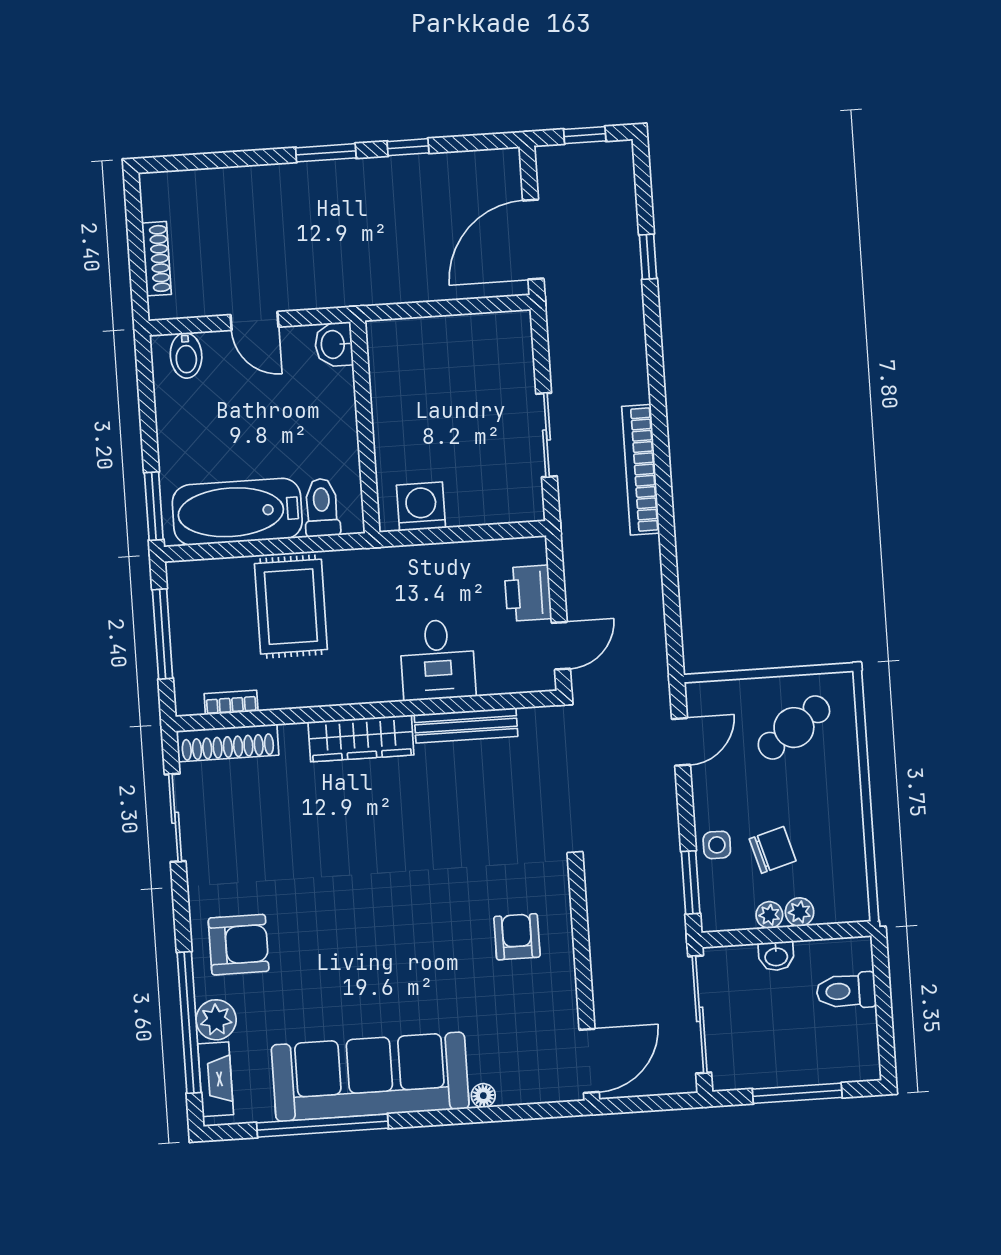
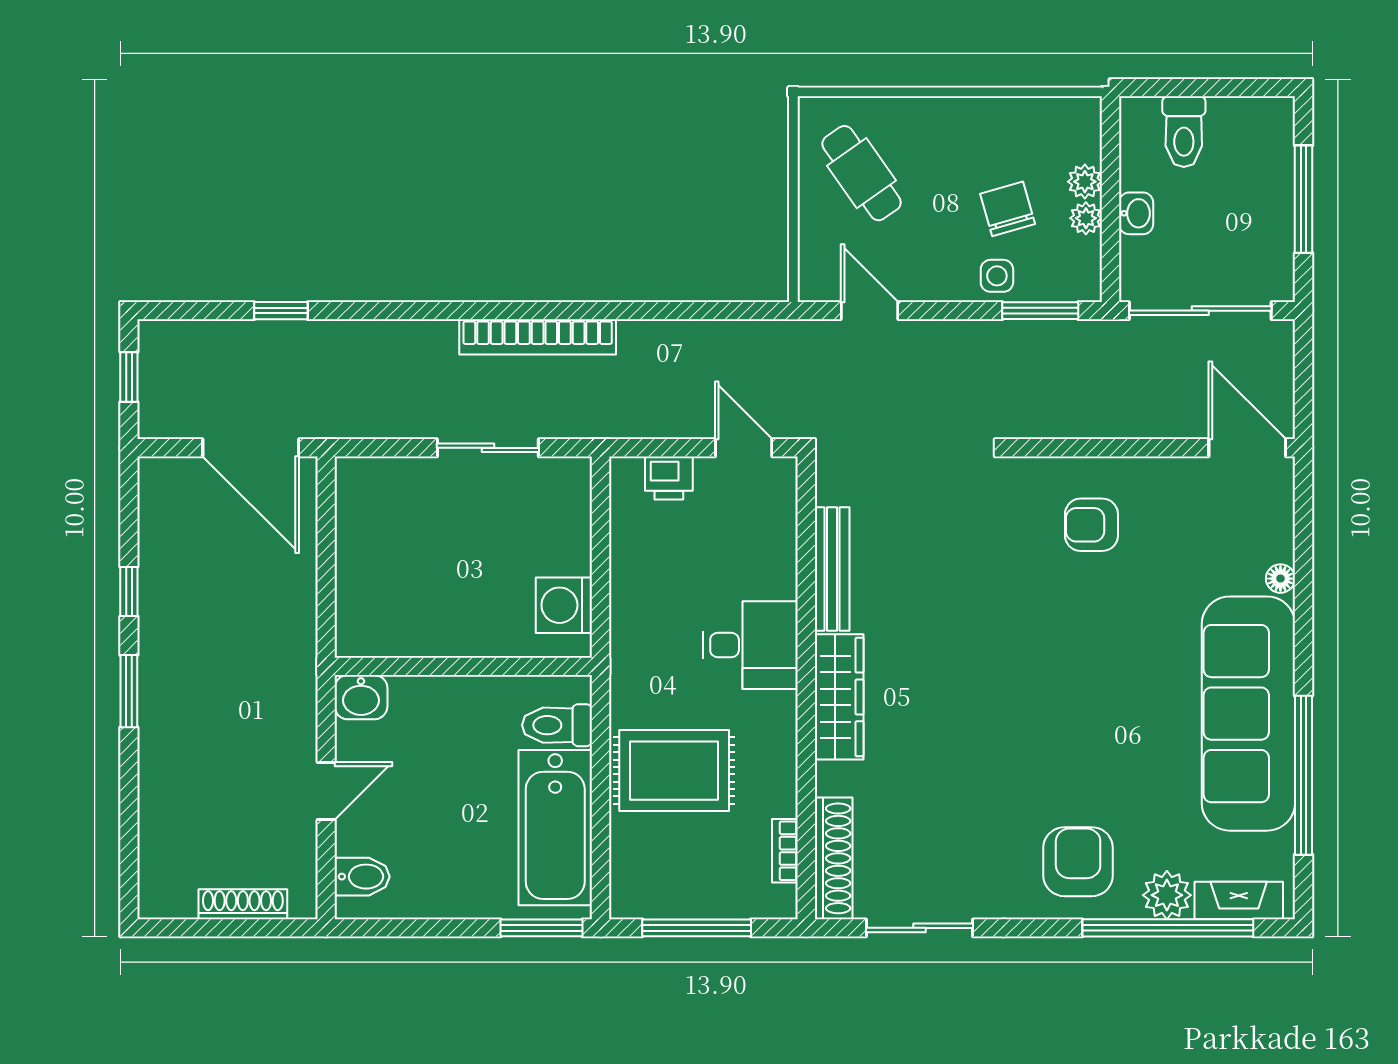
printer: (528, 593) -> (669, 478), width x0.73, depth x0.81
desk: (438, 660) -> (750, 645), moved

